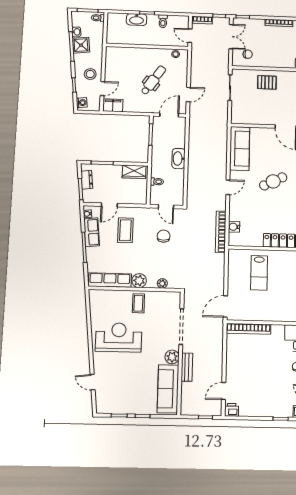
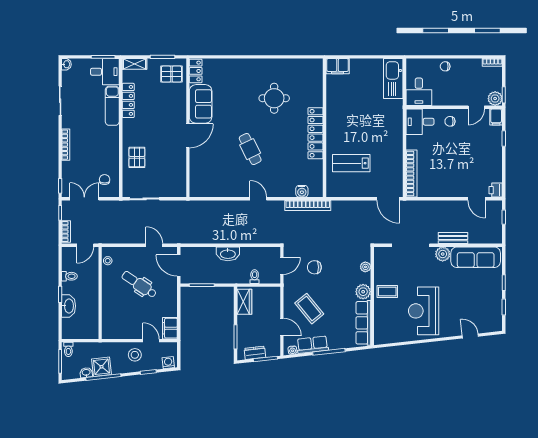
sofa: (240, 149) -> (214, 187), removed
coffee table: (125, 230) -> (309, 309), turned 51
lab bench: (259, 273) -> (351, 163), turned 180
door: (93, 382) -> (470, 336), swing flipped

